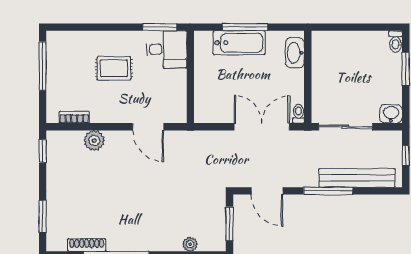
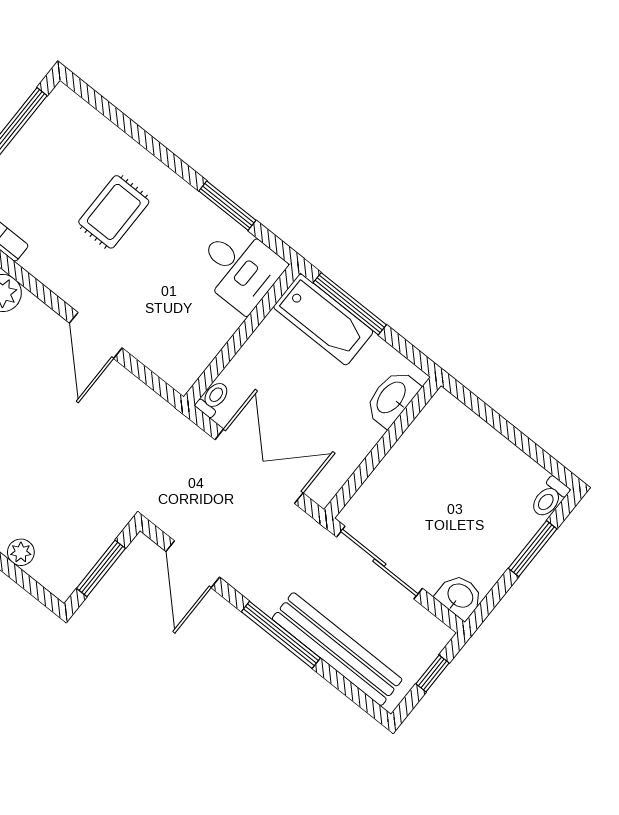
desk: (167, 49) -> (240, 268), moved
rug: (114, 68) -> (114, 212), turned 90
wall: (190, 77) -> (242, 335), moved
toilet: (298, 114) -> (213, 399), moved

